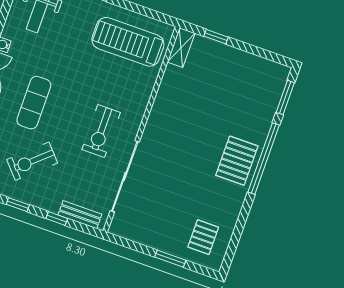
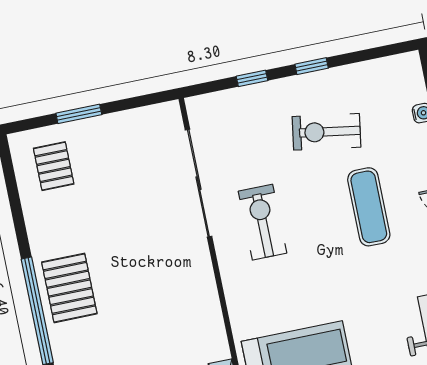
exercise bike: (32, 161) -> (327, 132), turned -129
bench: (80, 215) -> (226, 101), removed

